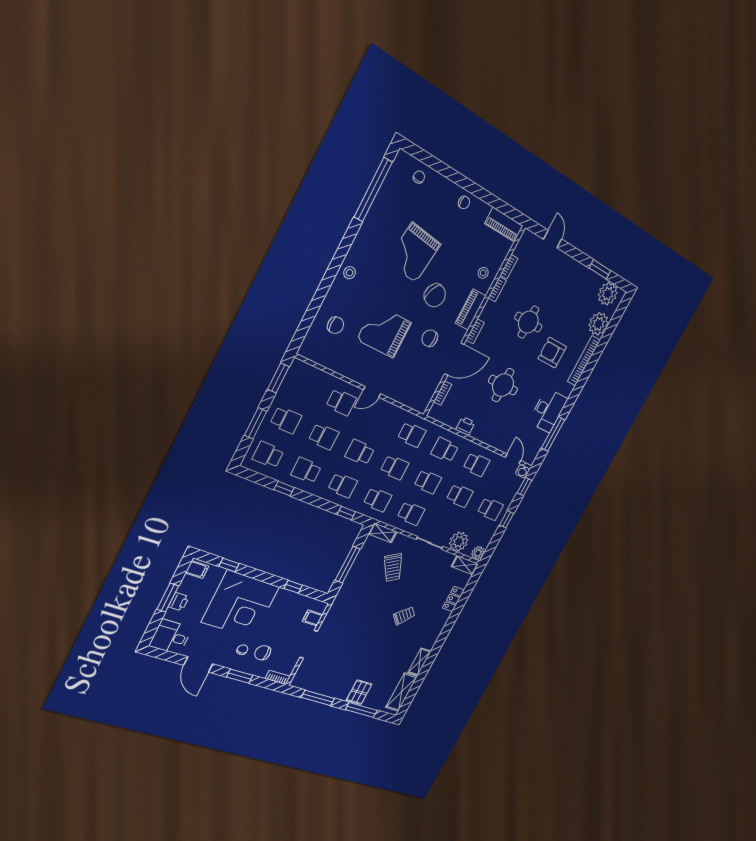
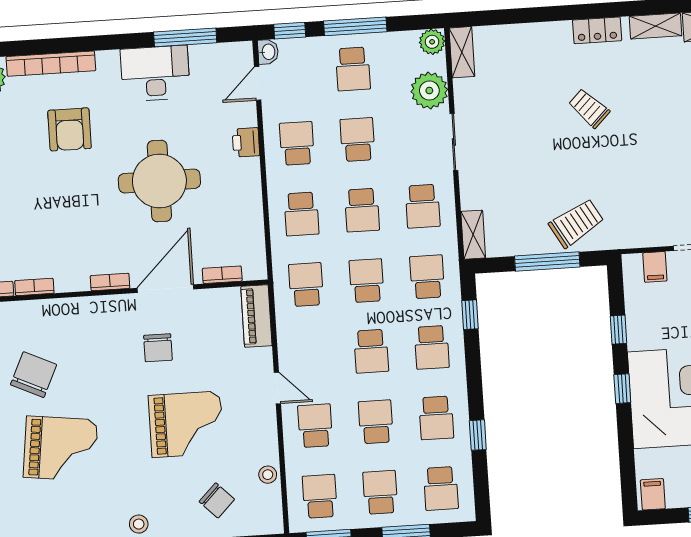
stool: (483, 273) -> (268, 475), moved
chair: (435, 295) -> (34, 375), moved
piano: (471, 310) -> (256, 316), moved, turned 90
round table: (528, 322) -> (50, 203), removed
chair: (336, 325) -> (217, 500), turned 135
grand piano: (384, 331) -> (186, 424), turned -90
door: (454, 359) -> (165, 289), hinge flipped
school desk: (304, 385) -> (320, 496), added
round table: (503, 385) -> (159, 181), width x1.36, depth x1.36
printer: (465, 426) -> (246, 142), moved
school desk: (428, 482) -> (362, 210), turned 180
school desk: (343, 485) -> (432, 347), turned 180
school desk: (490, 509) -> (353, 69), turned 180
school desk: (411, 513) -> (423, 206), turned 180
window: (507, 519) -> (355, 26), width x2.17
window: (229, 565) -> (622, 389), moved
trolley: (393, 568) -> (576, 223), moved
locker: (453, 599) -> (597, 30), moved

